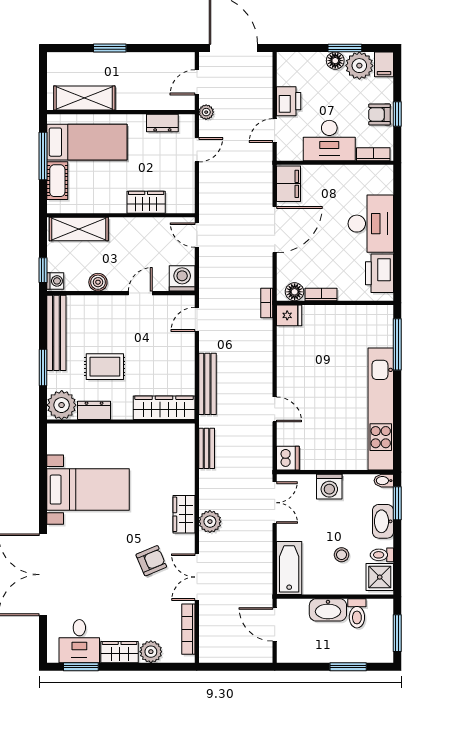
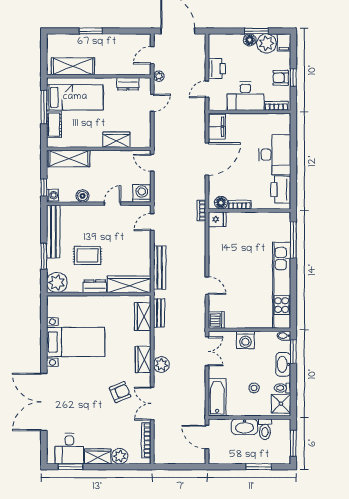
dresser: (94, 410) -> (95, 286), moved
wardrobe: (183, 453) -> (143, 317), added

